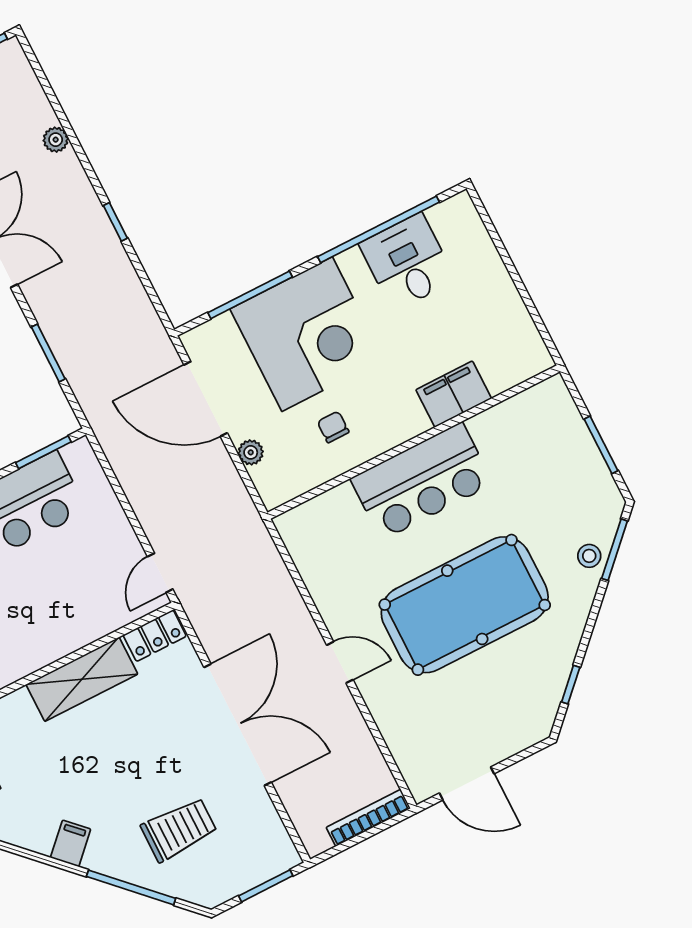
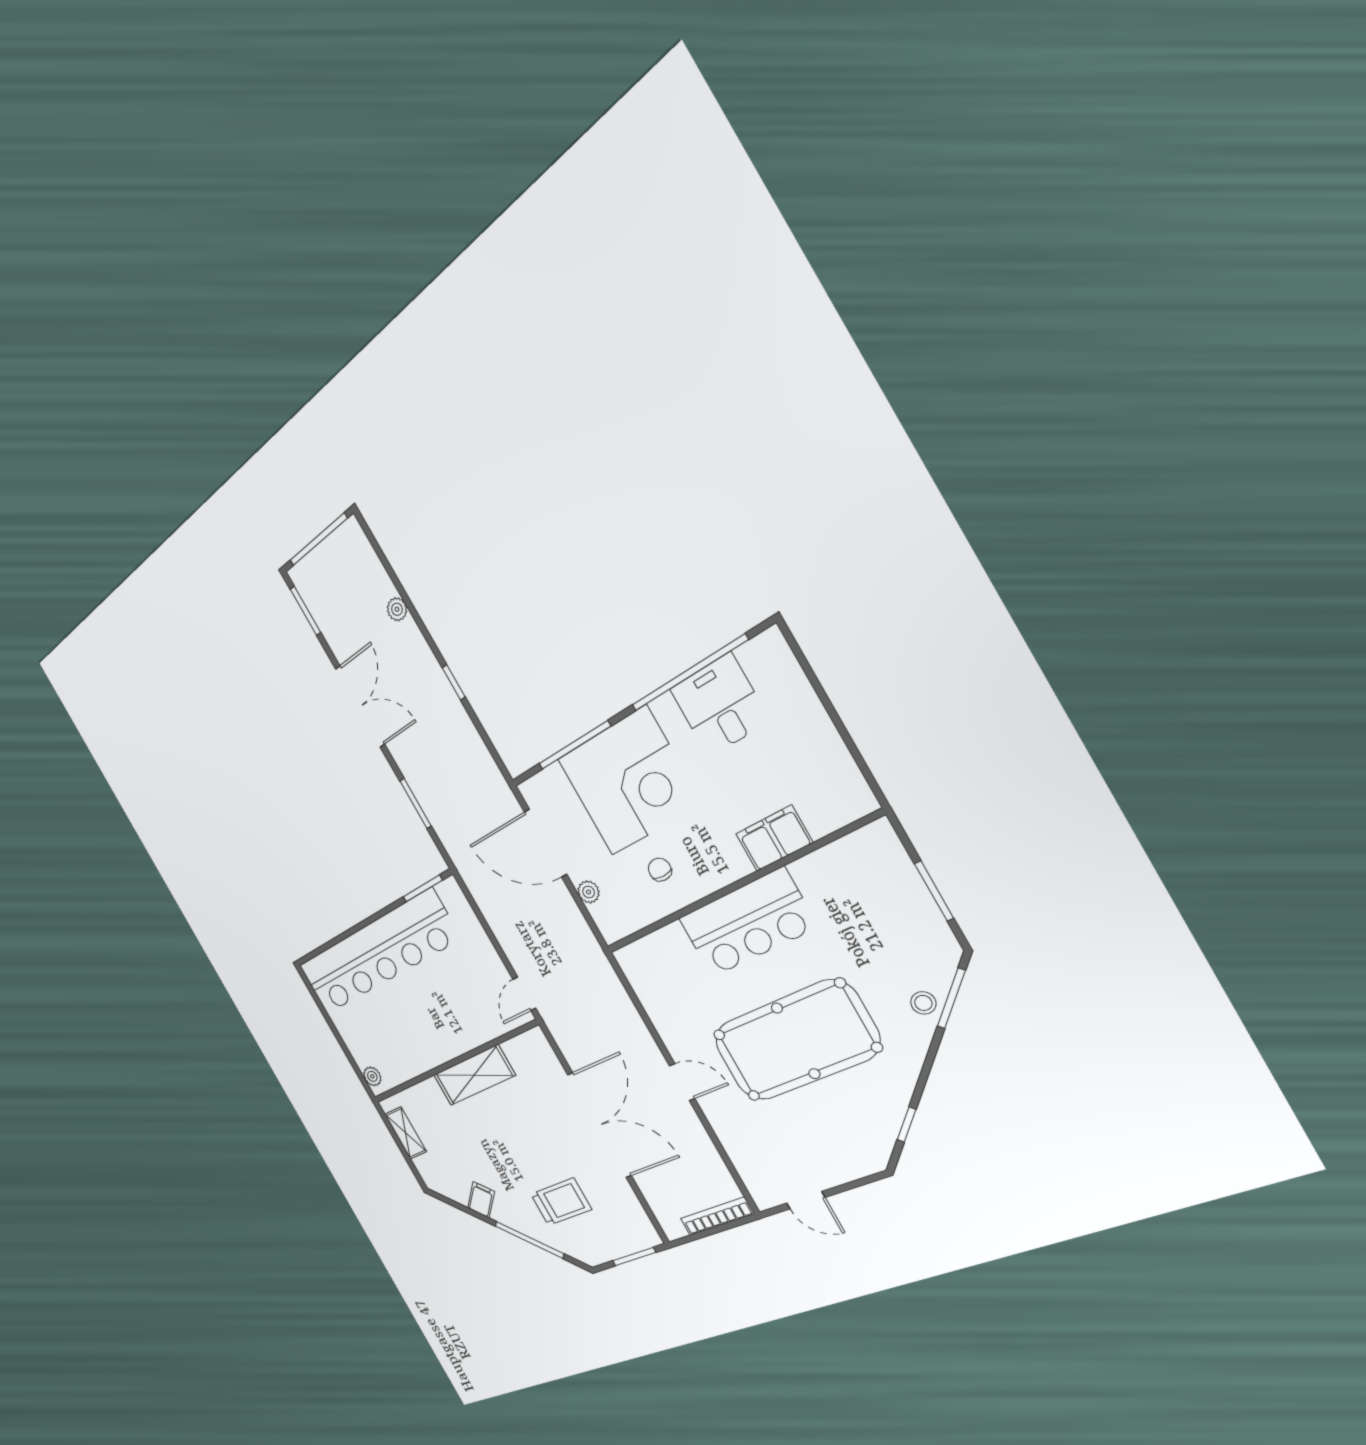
locker: (155, 636) -> (526, 1045), removed
door: (467, 783) -> (806, 1200), width x0.73

